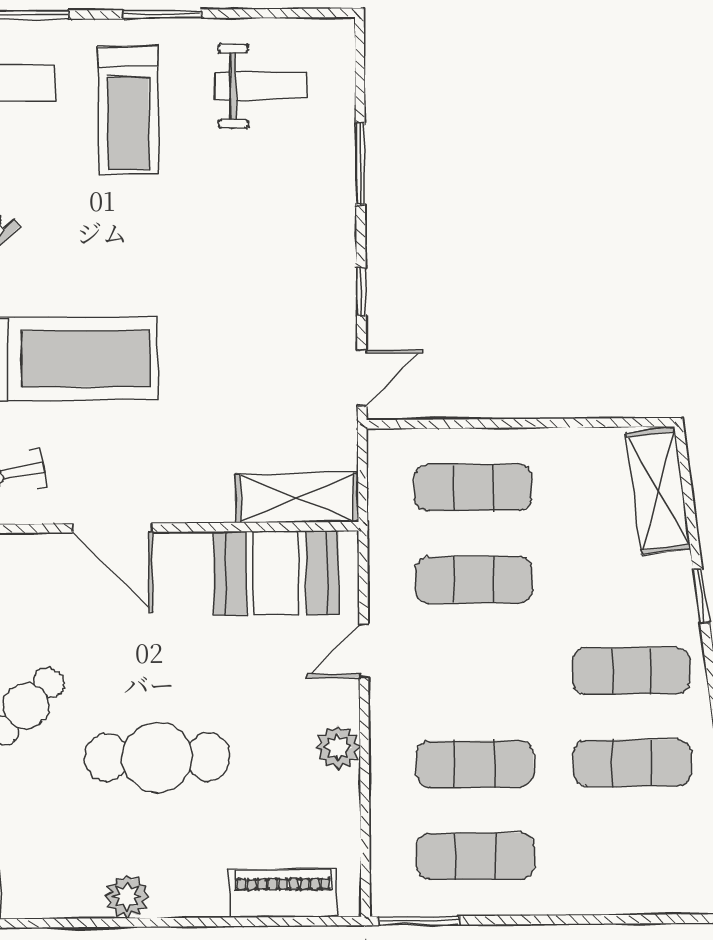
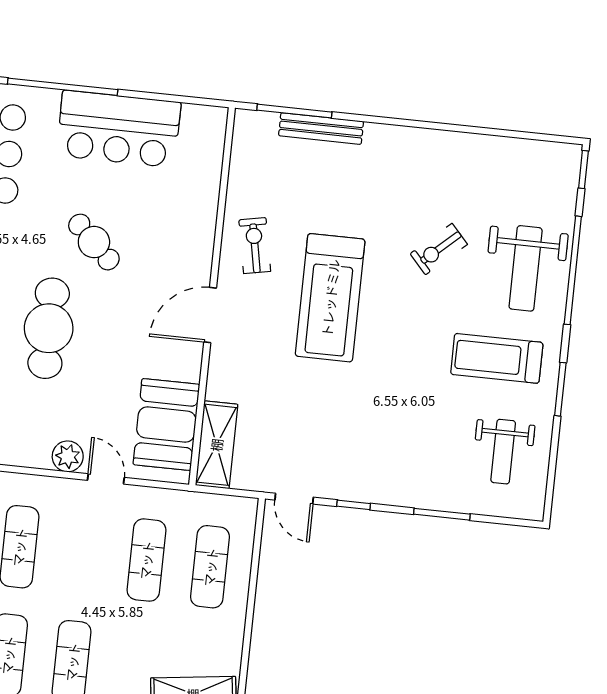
plant: (338, 747) -> (68, 456), moved

